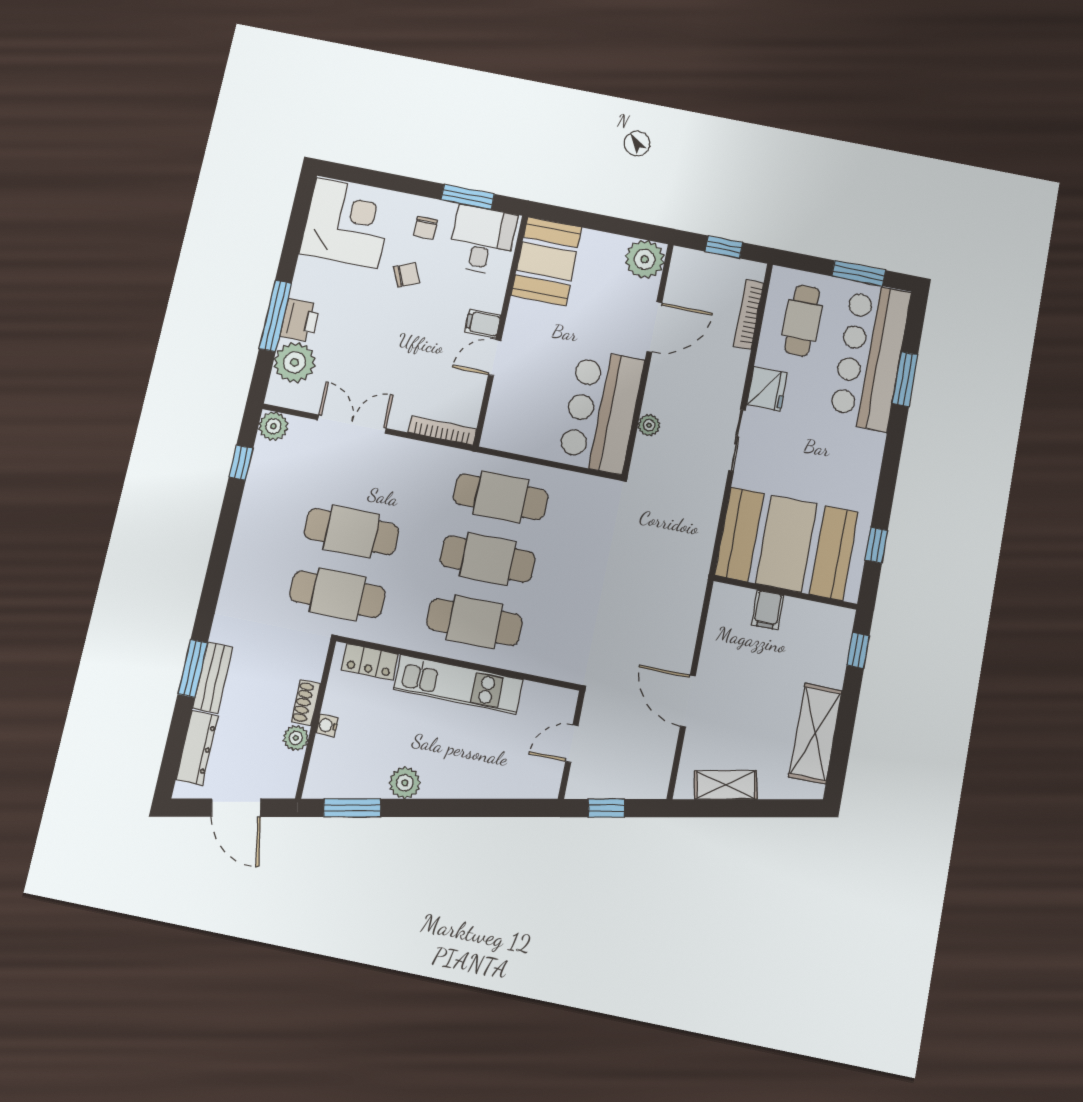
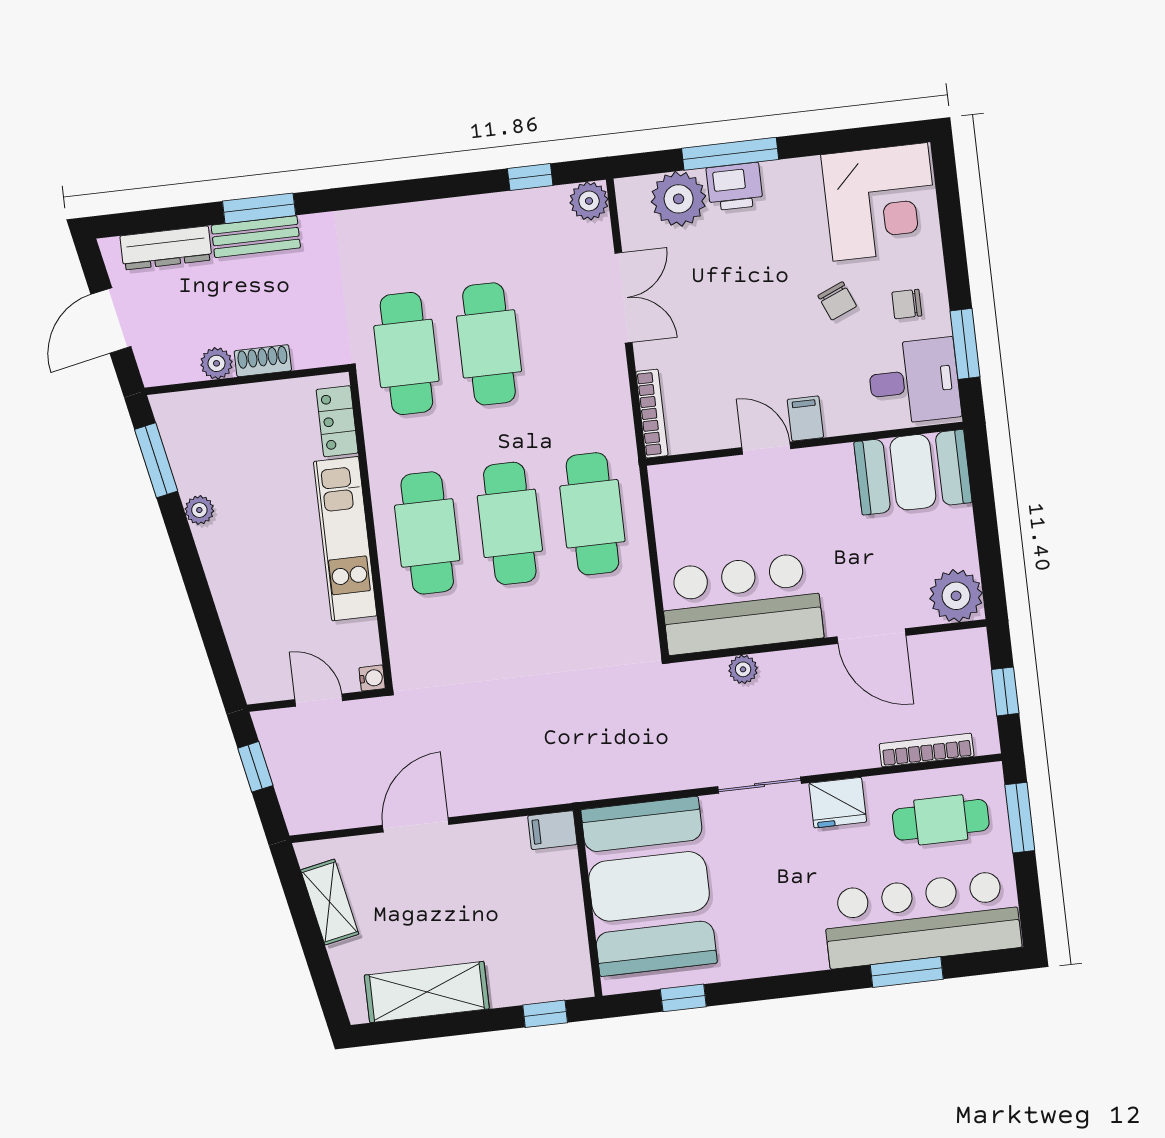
window: (859, 273) -> (1020, 818), moved
filing cabinet: (768, 610) -> (552, 830), moved
water cooler: (327, 725) -> (372, 678), moved, turned 90
plant: (405, 783) -> (199, 510), width x0.73, depth x0.73

